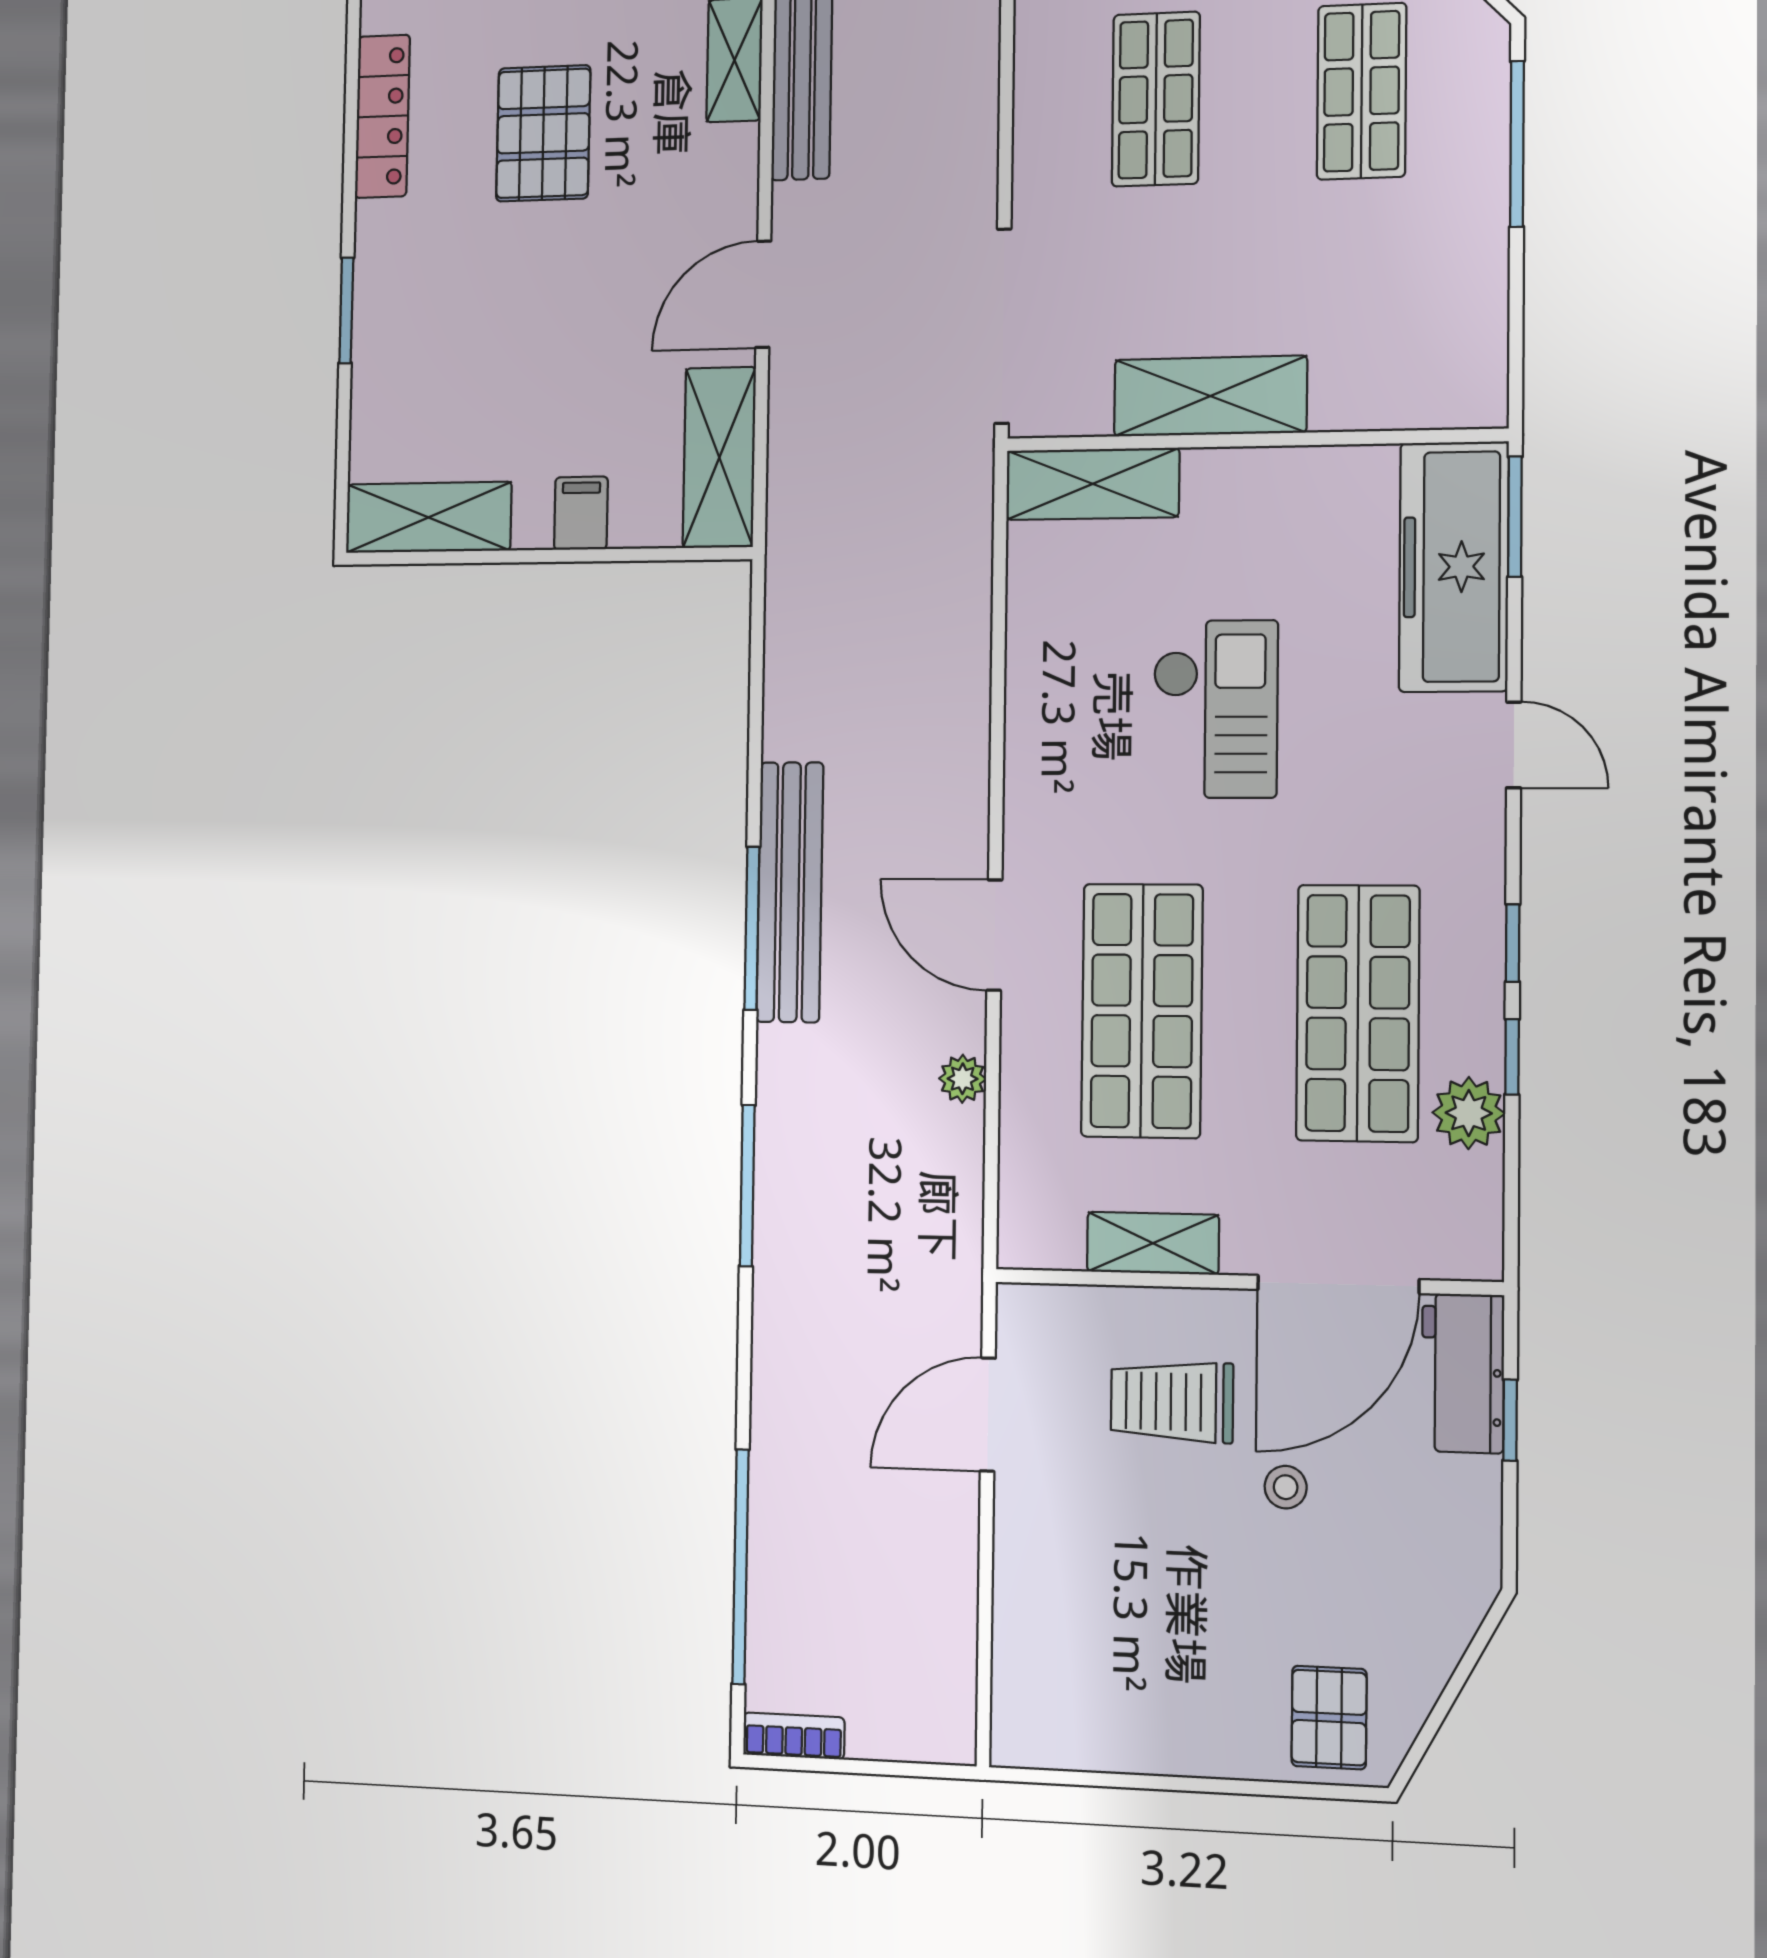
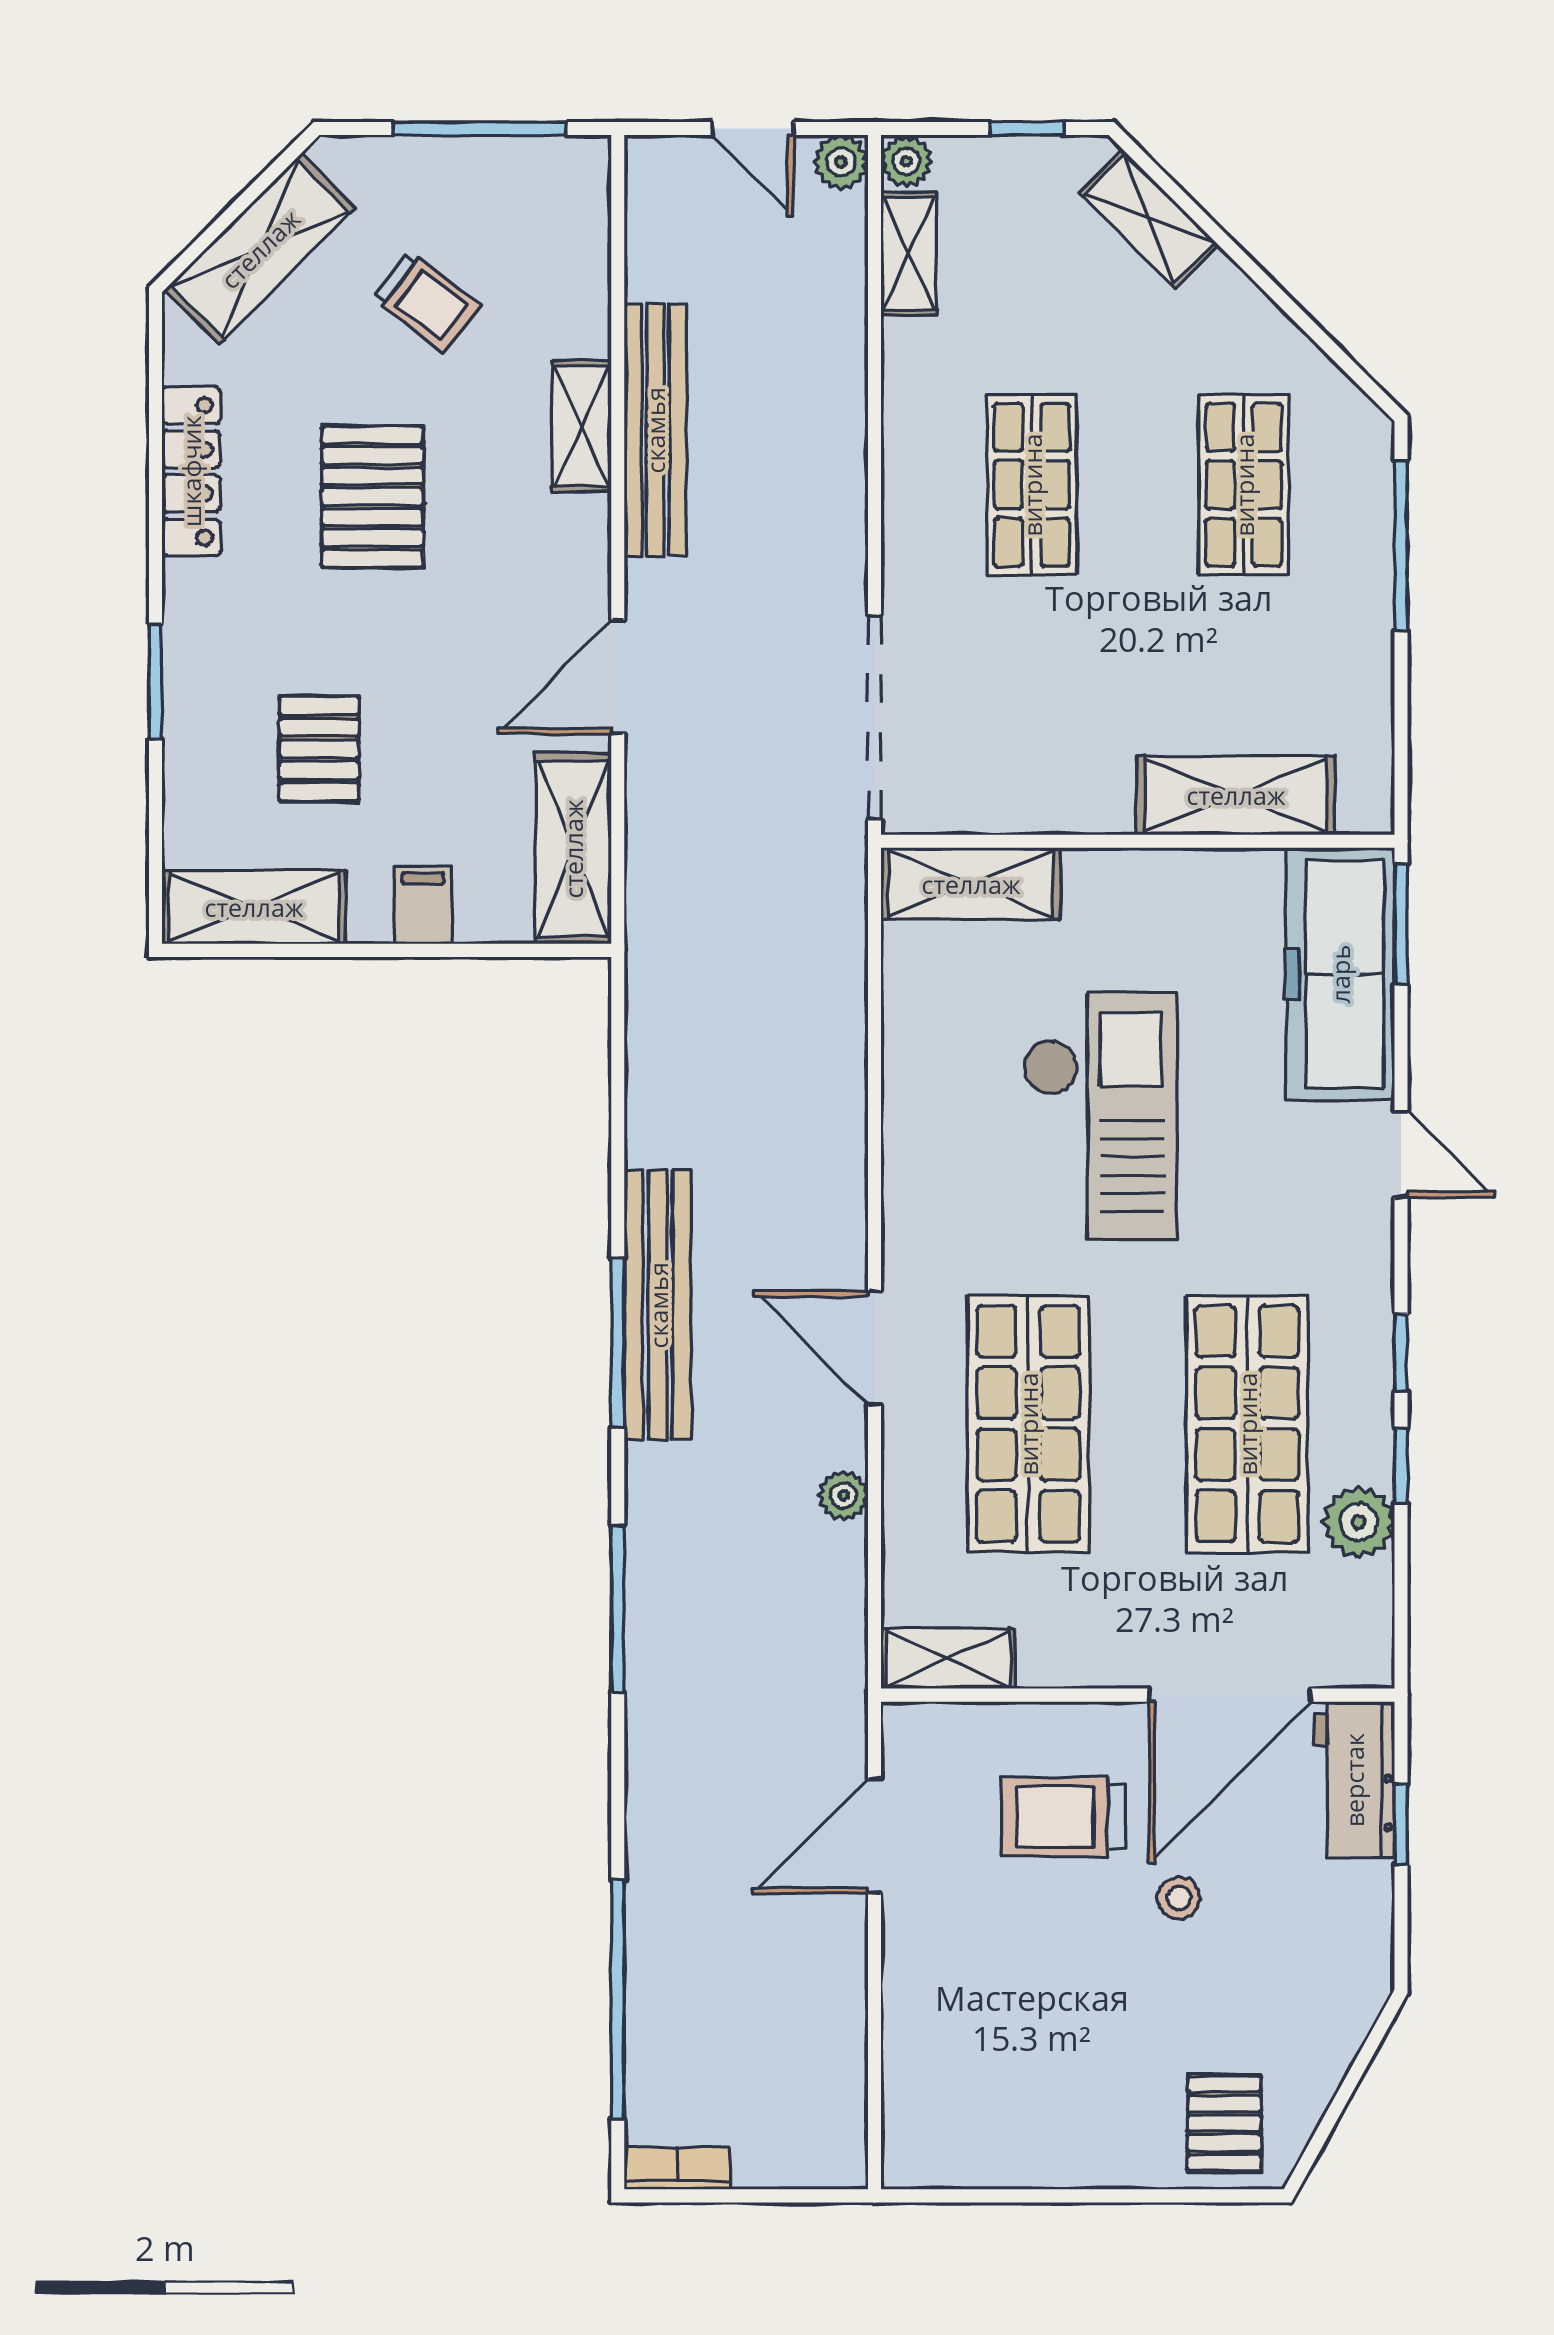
pallet: (490, 369) -> (319, 749), added
shelving: (1210, 396) -> (1236, 795), moved
checkout: (1215, 709) -> (1100, 1117), width x1.36, depth x1.21
shelving: (1153, 1243) -> (948, 1658), moved

